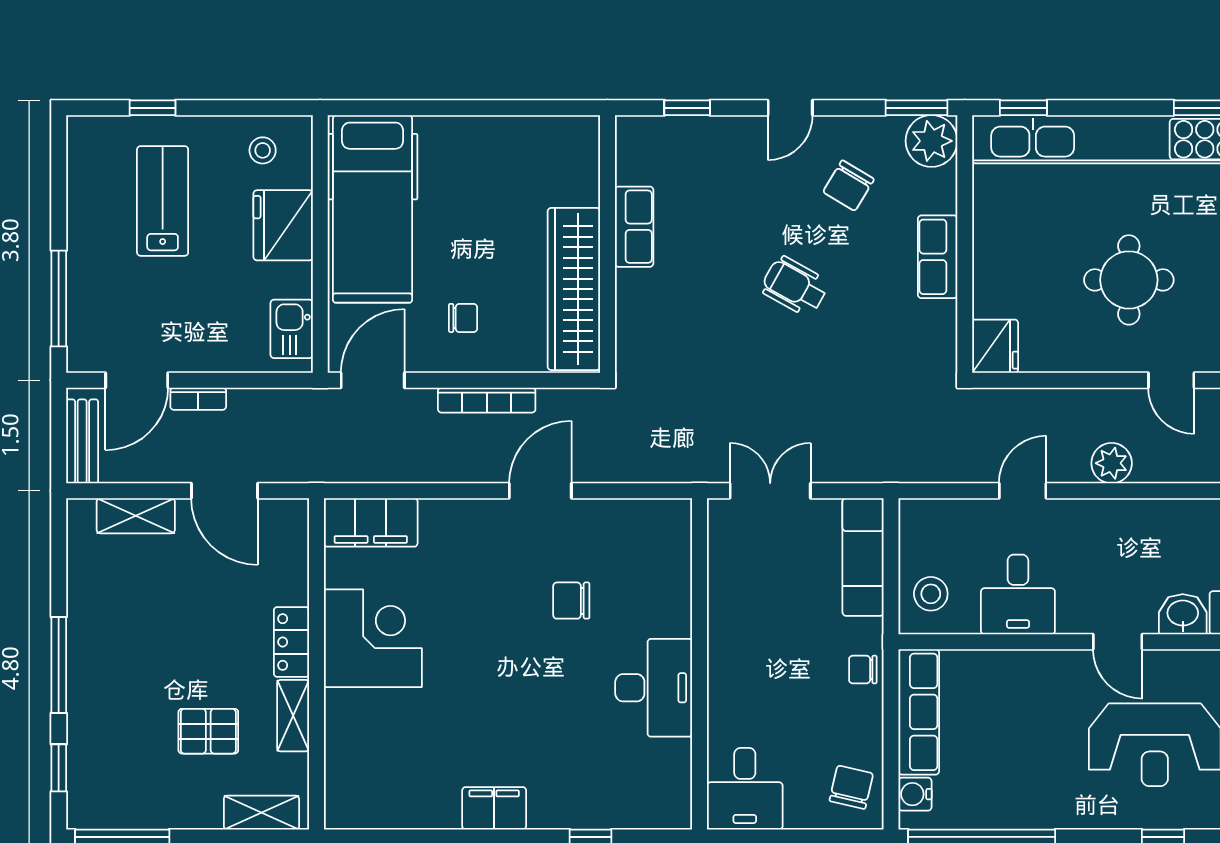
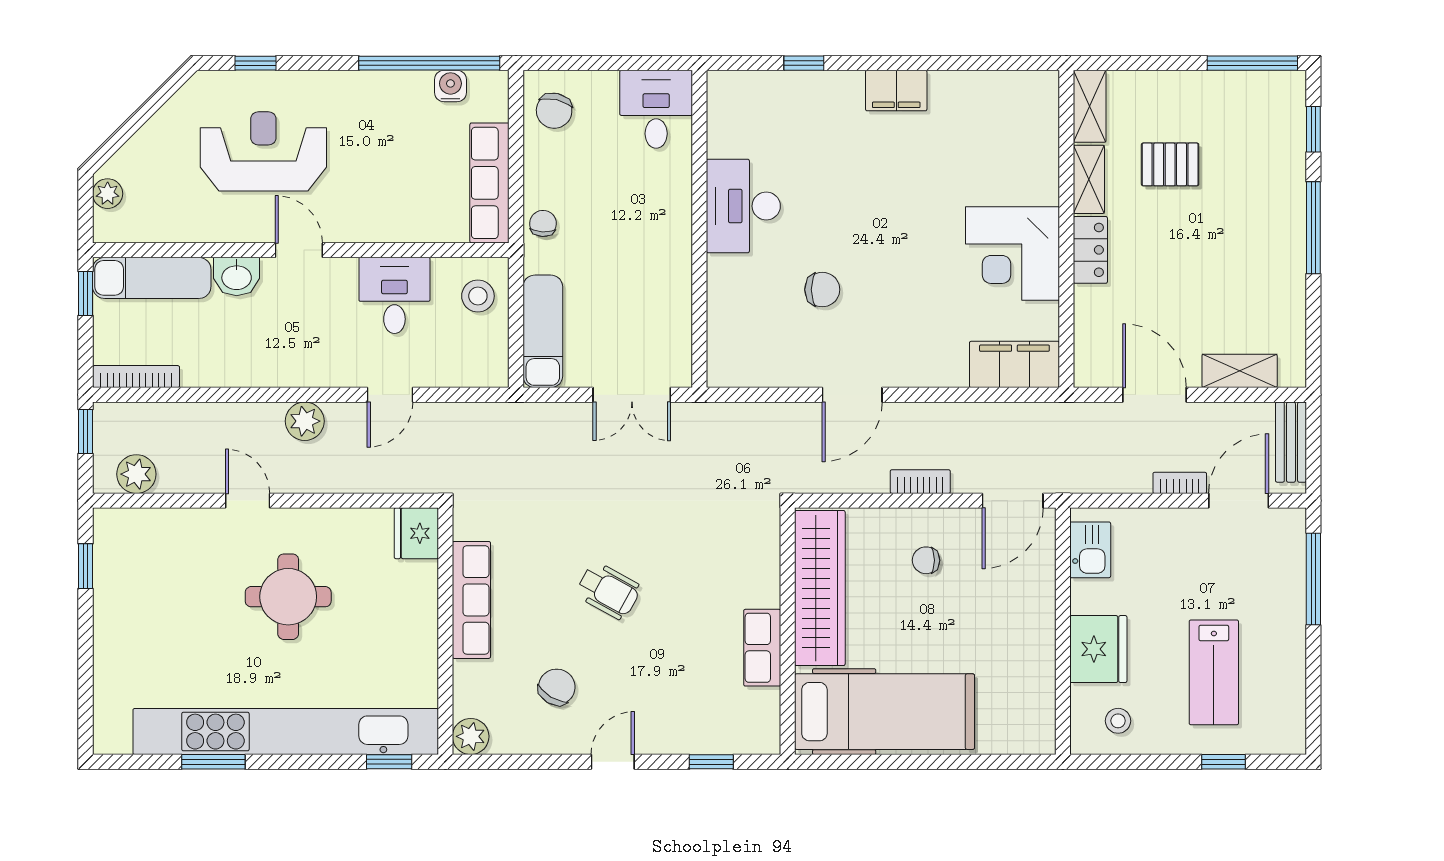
window: (917, 108) -> (492, 762), removed
plant: (931, 141) -> (471, 736), width x0.73, depth x0.73
hospital bed: (373, 209) -> (885, 712), moved, turned 90
row of seats: (938, 257) -> (471, 600), width x1.48
bookcase: (487, 400) -> (920, 482), width x0.64
chair: (863, 670) -> (543, 223), turned -87
water cooler: (915, 794) -> (450, 86), moved, turned -90
shelving: (261, 813) -> (1090, 106), moved, turned 90

